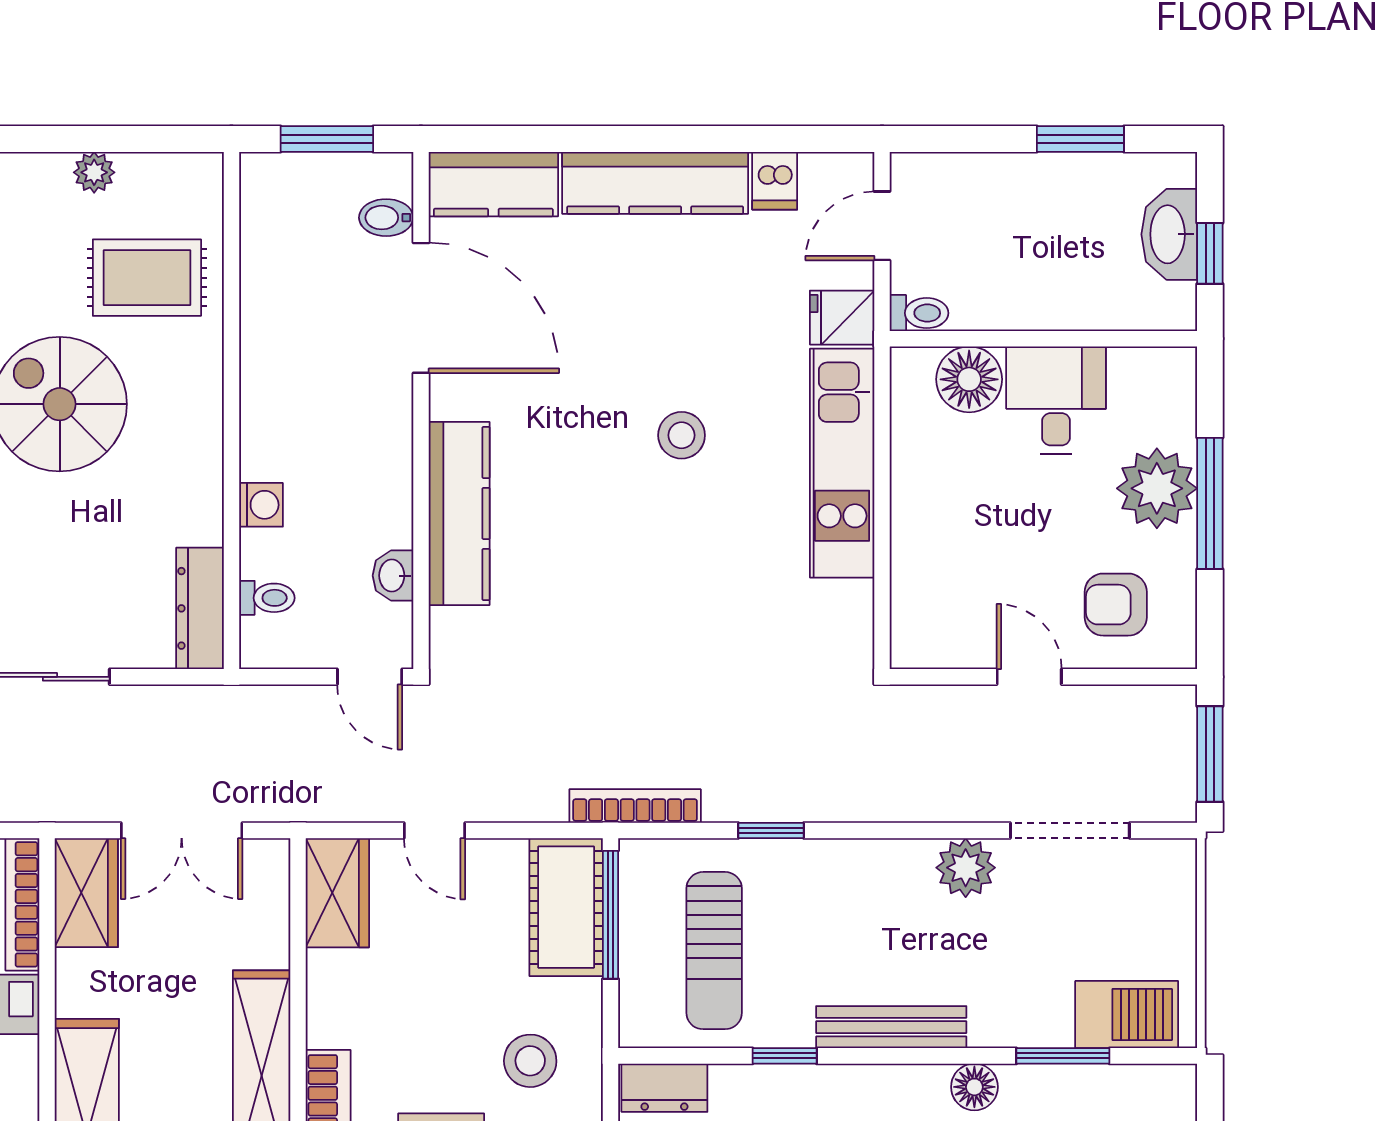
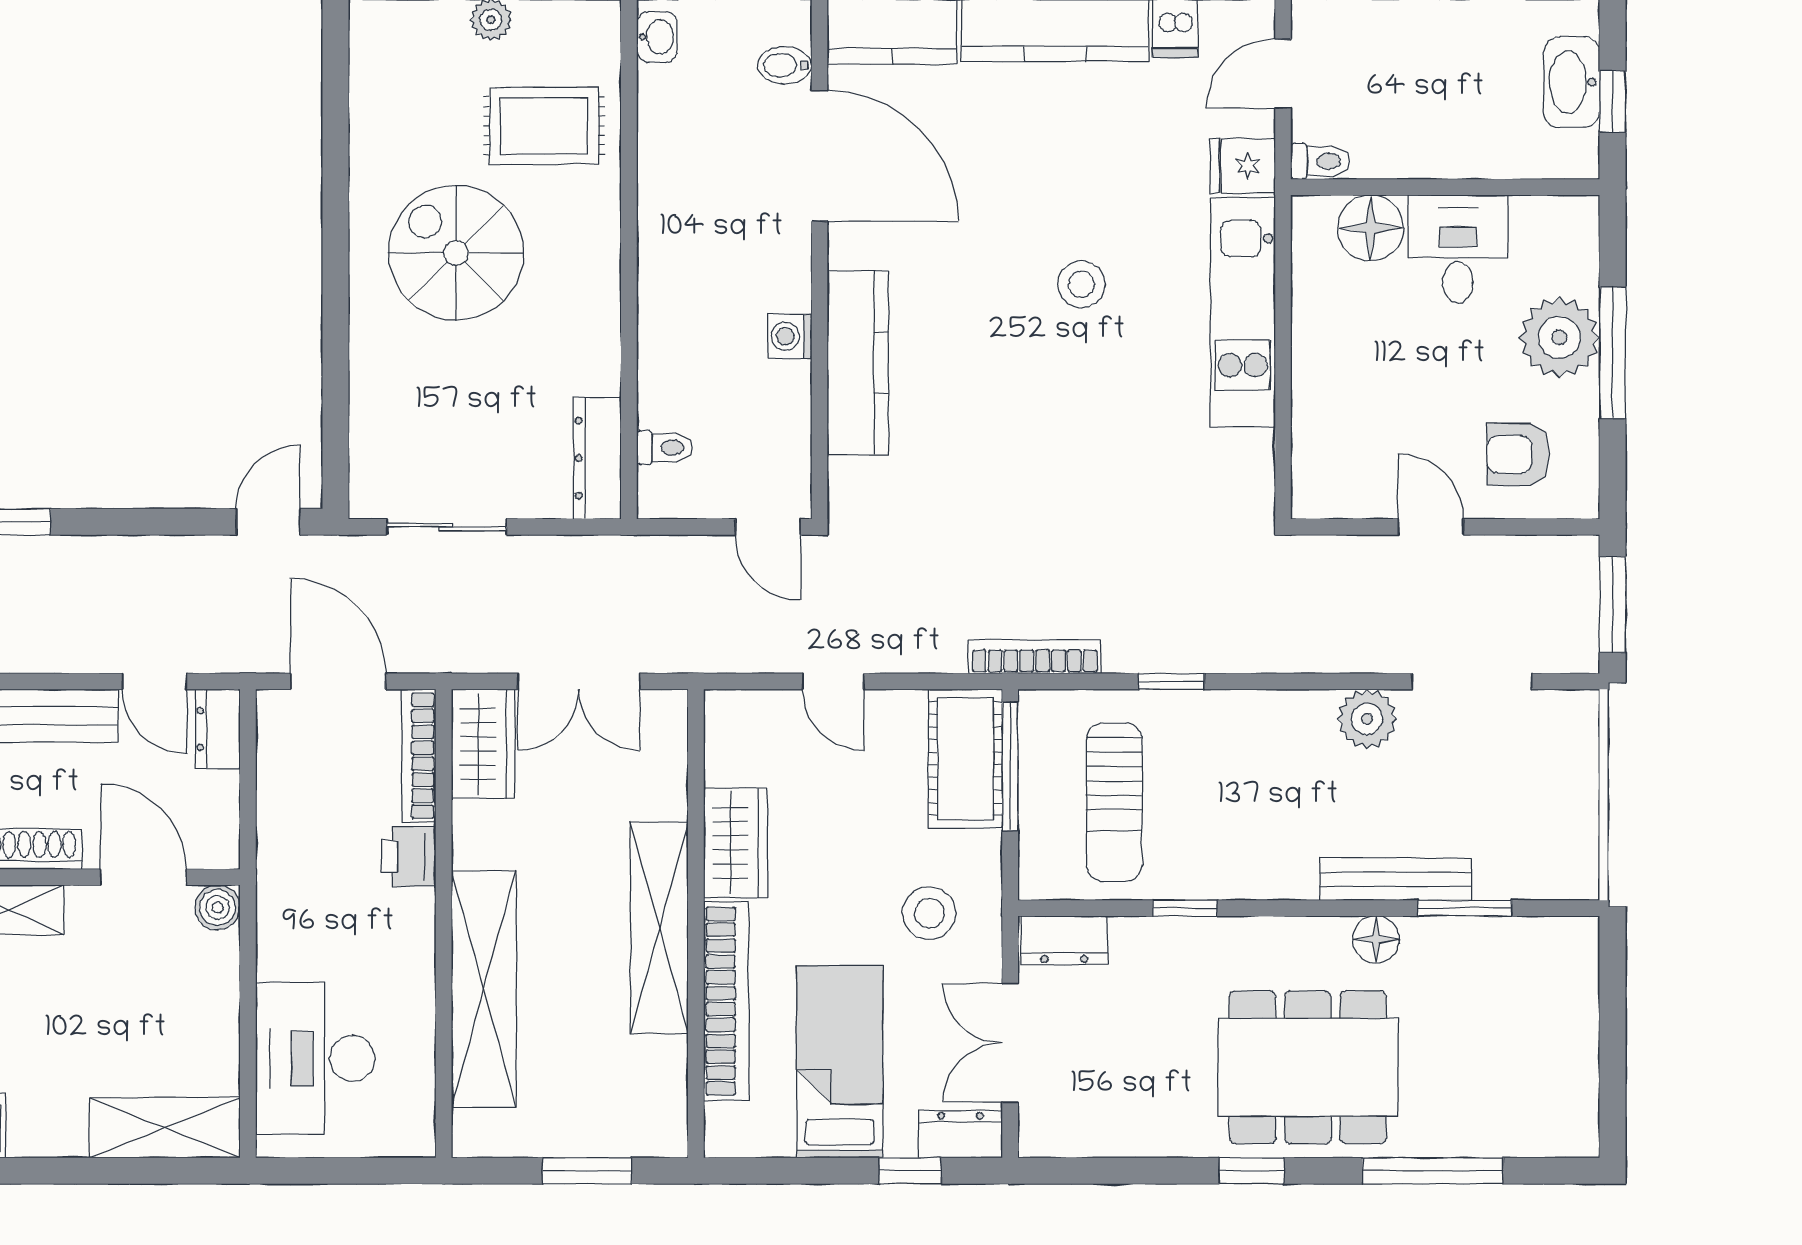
washing machine: (261, 505) -> (790, 336), moved, turned 180
washbasin: (393, 576) -> (657, 37), moved, turned 180
wardrobe: (337, 893) -> (735, 843), moved
barbecue: (1127, 1015) -> (1529, 867), removed
bench: (891, 1027) -> (1396, 879), moved

